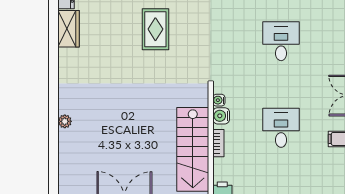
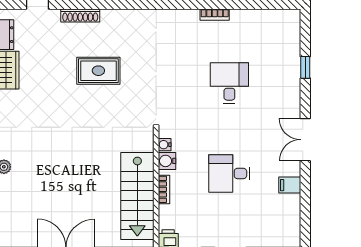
rug: (155, 29) -> (98, 71), turned 90
desk: (281, 128) -> (229, 173), turned -90

